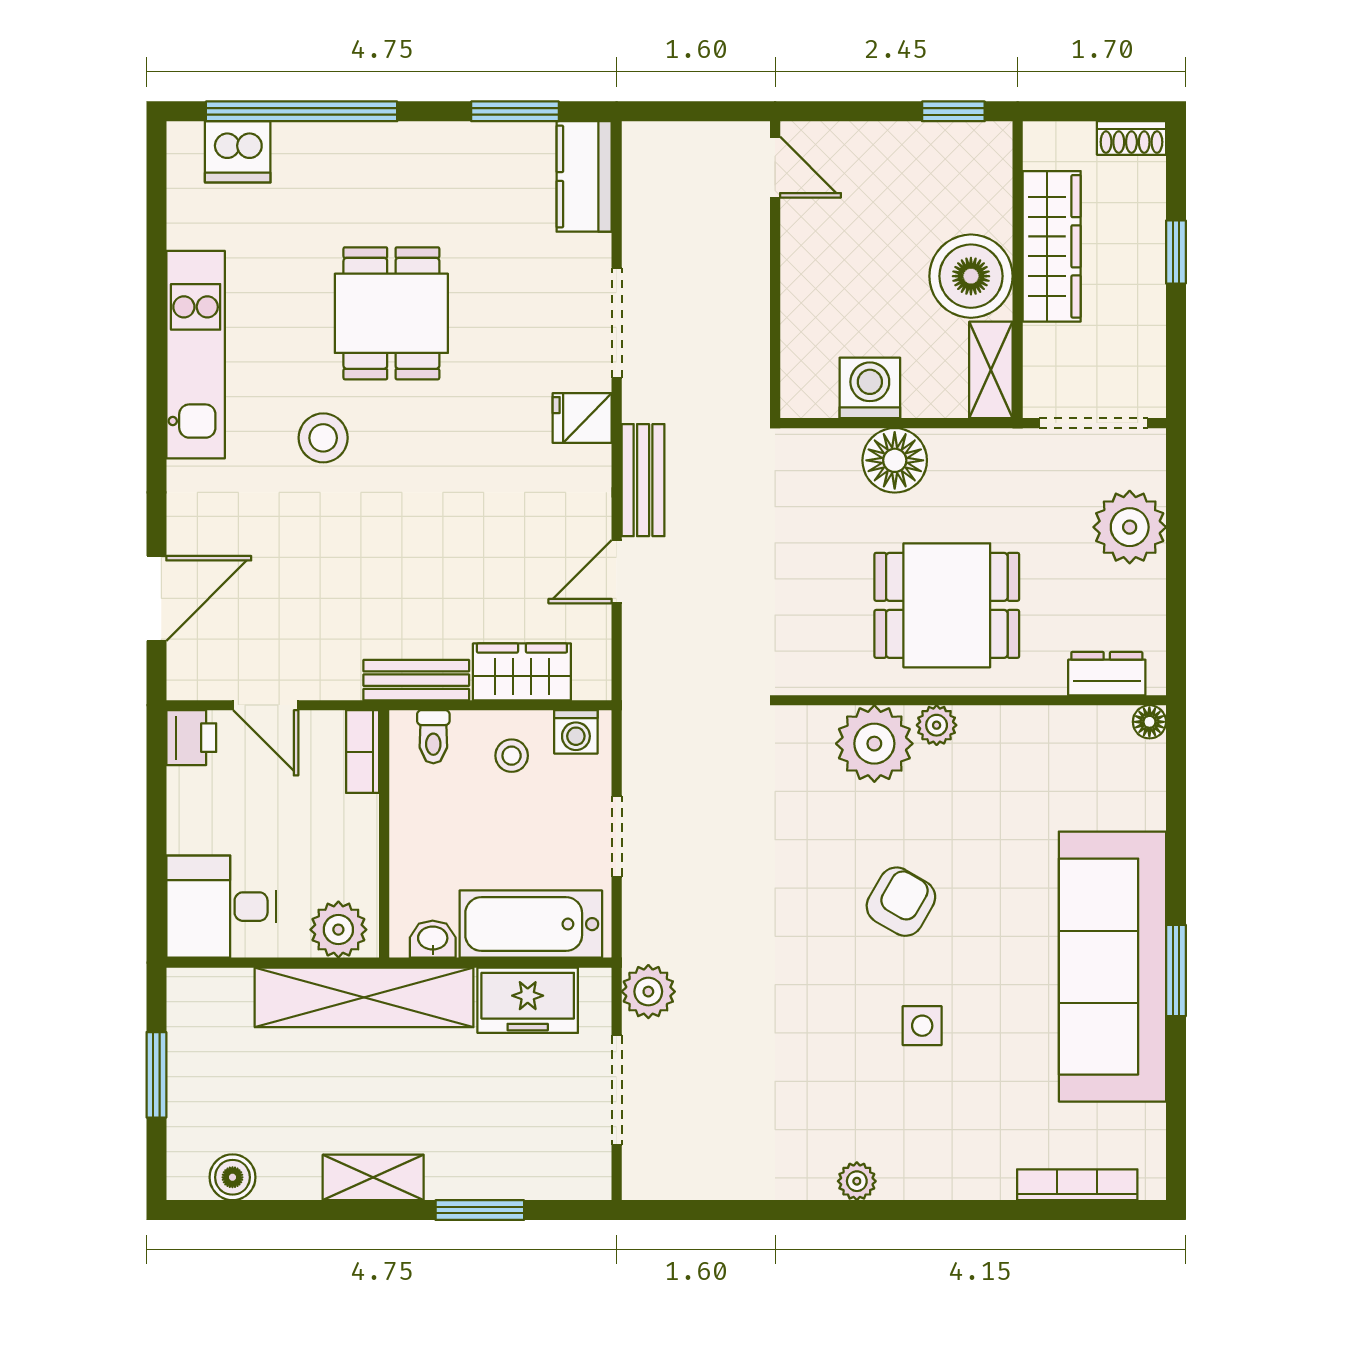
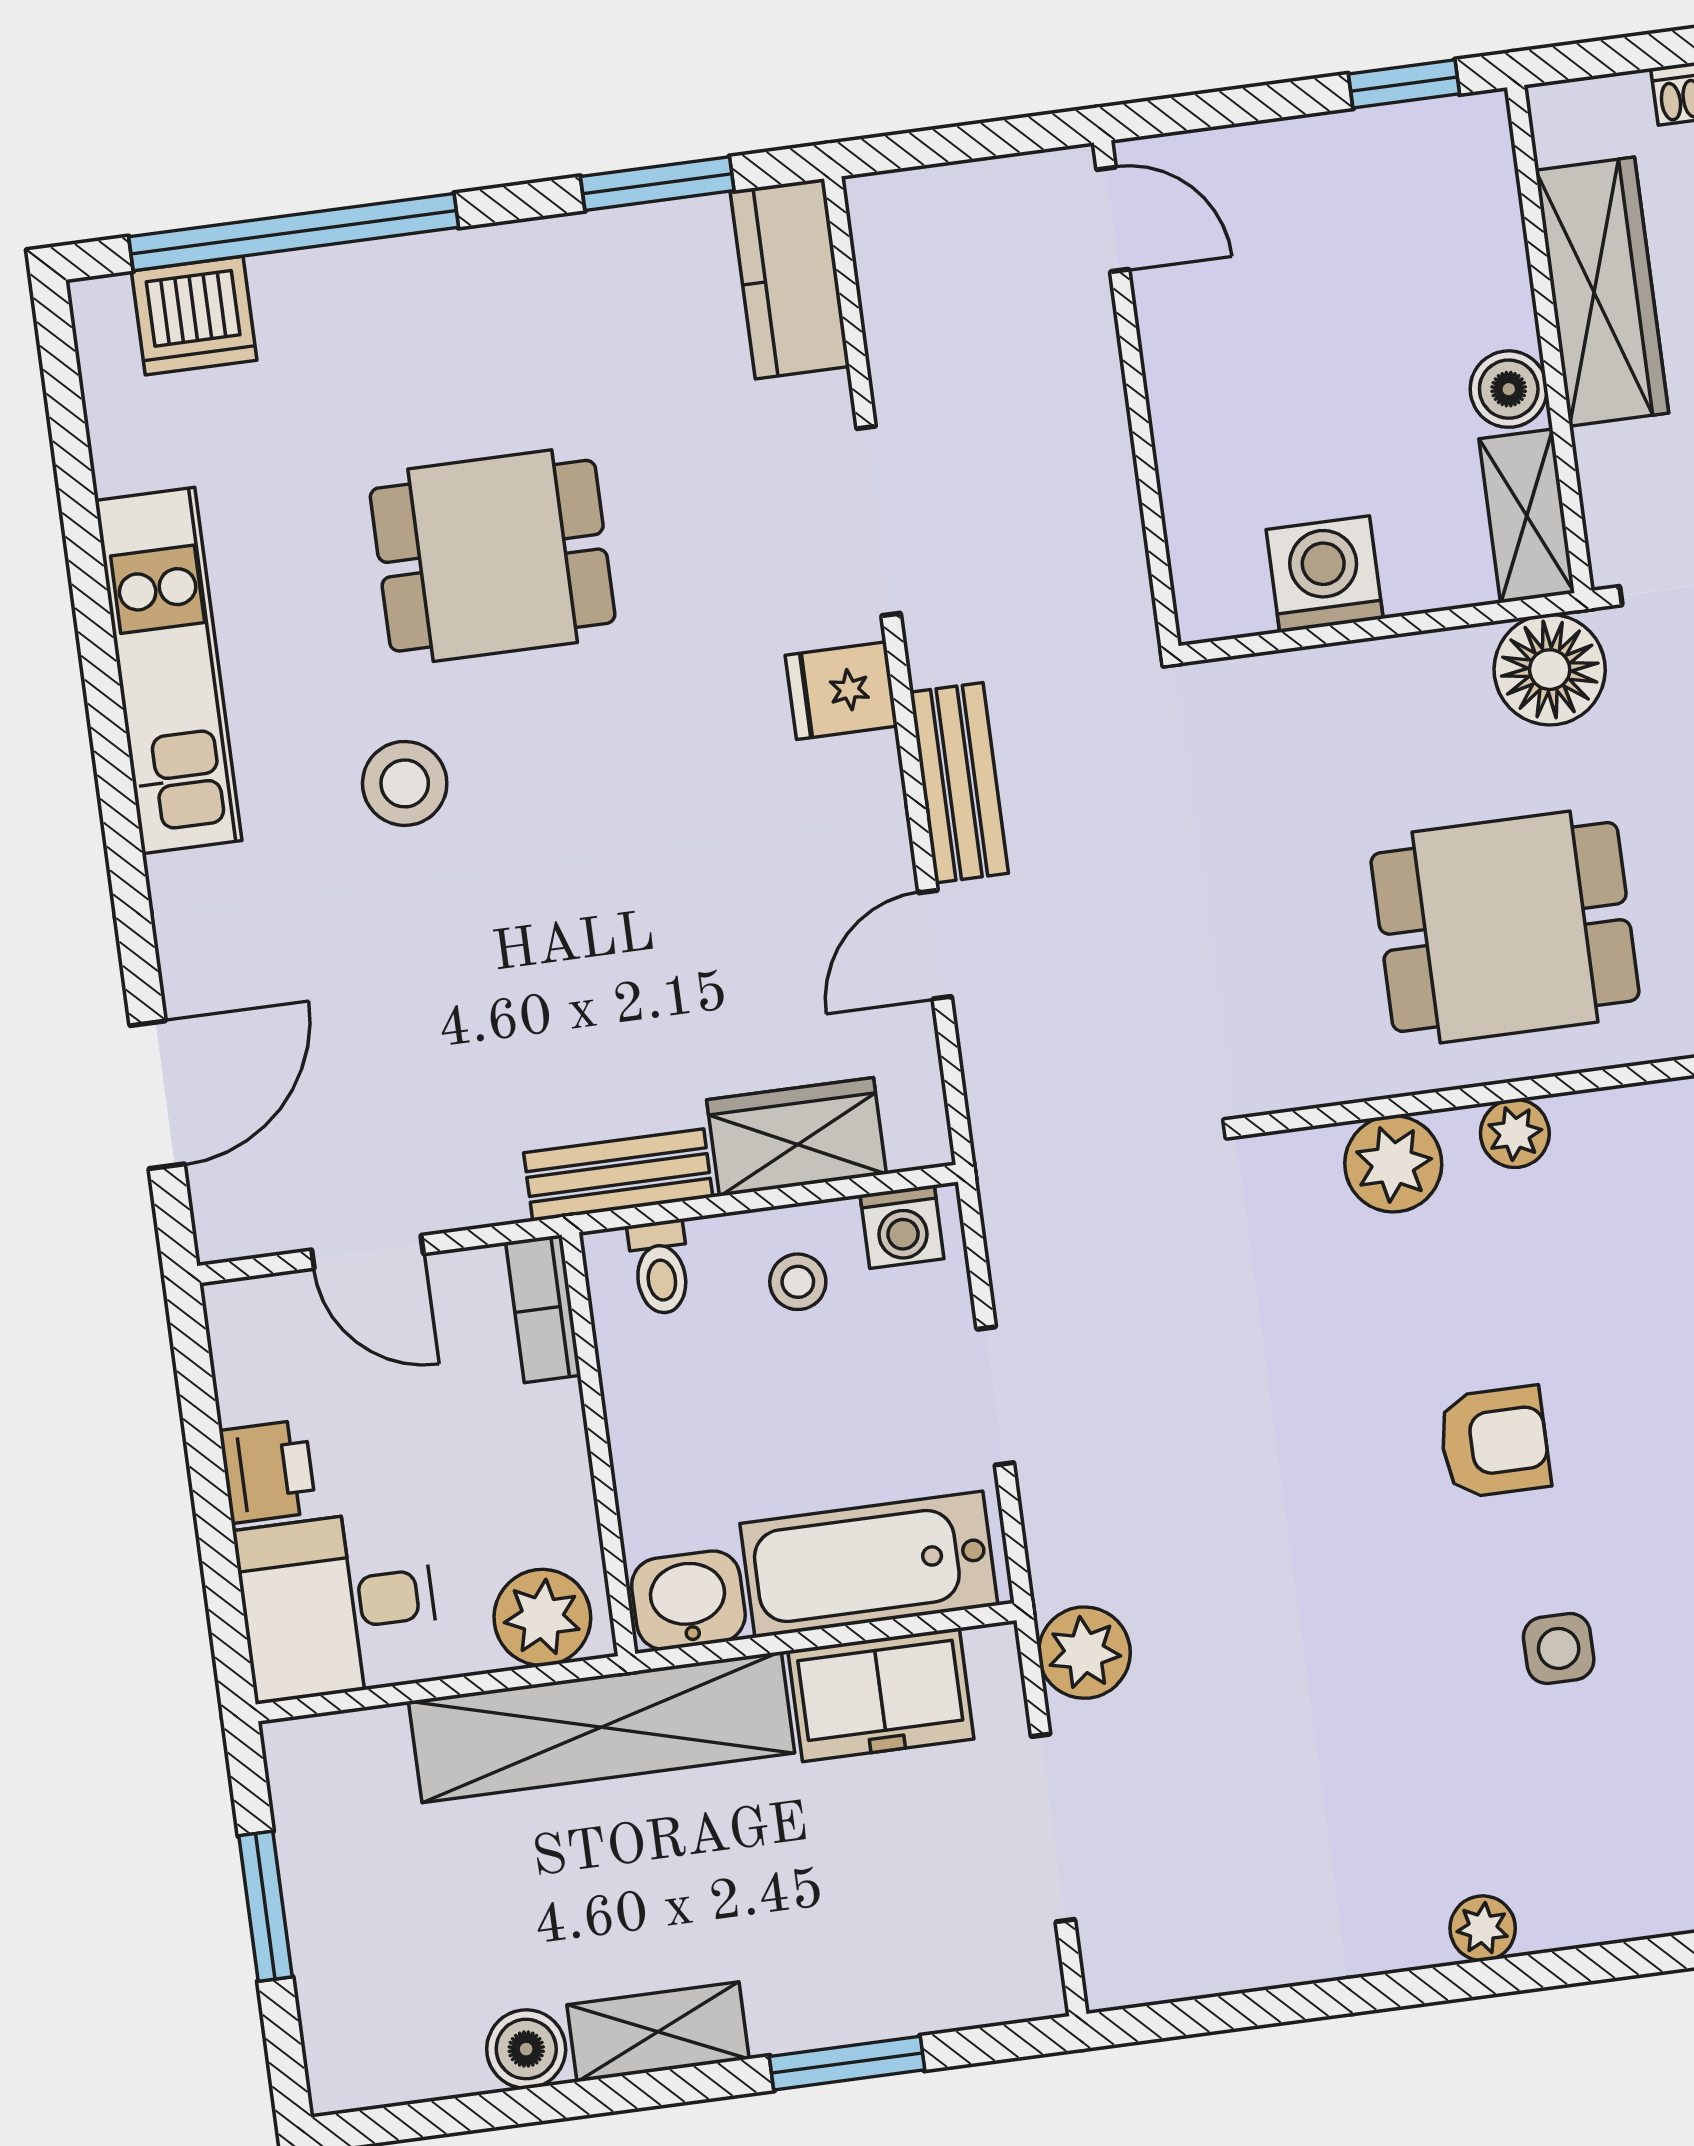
boiler: (971, 276) -> (1509, 389), width x0.54, depth x0.54
dining table: (391, 313) -> (493, 556), turned 90
floor lamp: (895, 460) -> (1550, 670), moved
printer: (191, 738) -> (268, 1471), moved
plant: (874, 744) -> (1393, 1164), width x0.73, depth x0.73
armchair: (901, 902) -> (1494, 1442), turned 60
washbasin: (433, 939) -> (688, 1600), width x1.38, depth x1.45
boiler: (232, 1177) -> (526, 2049), moved

